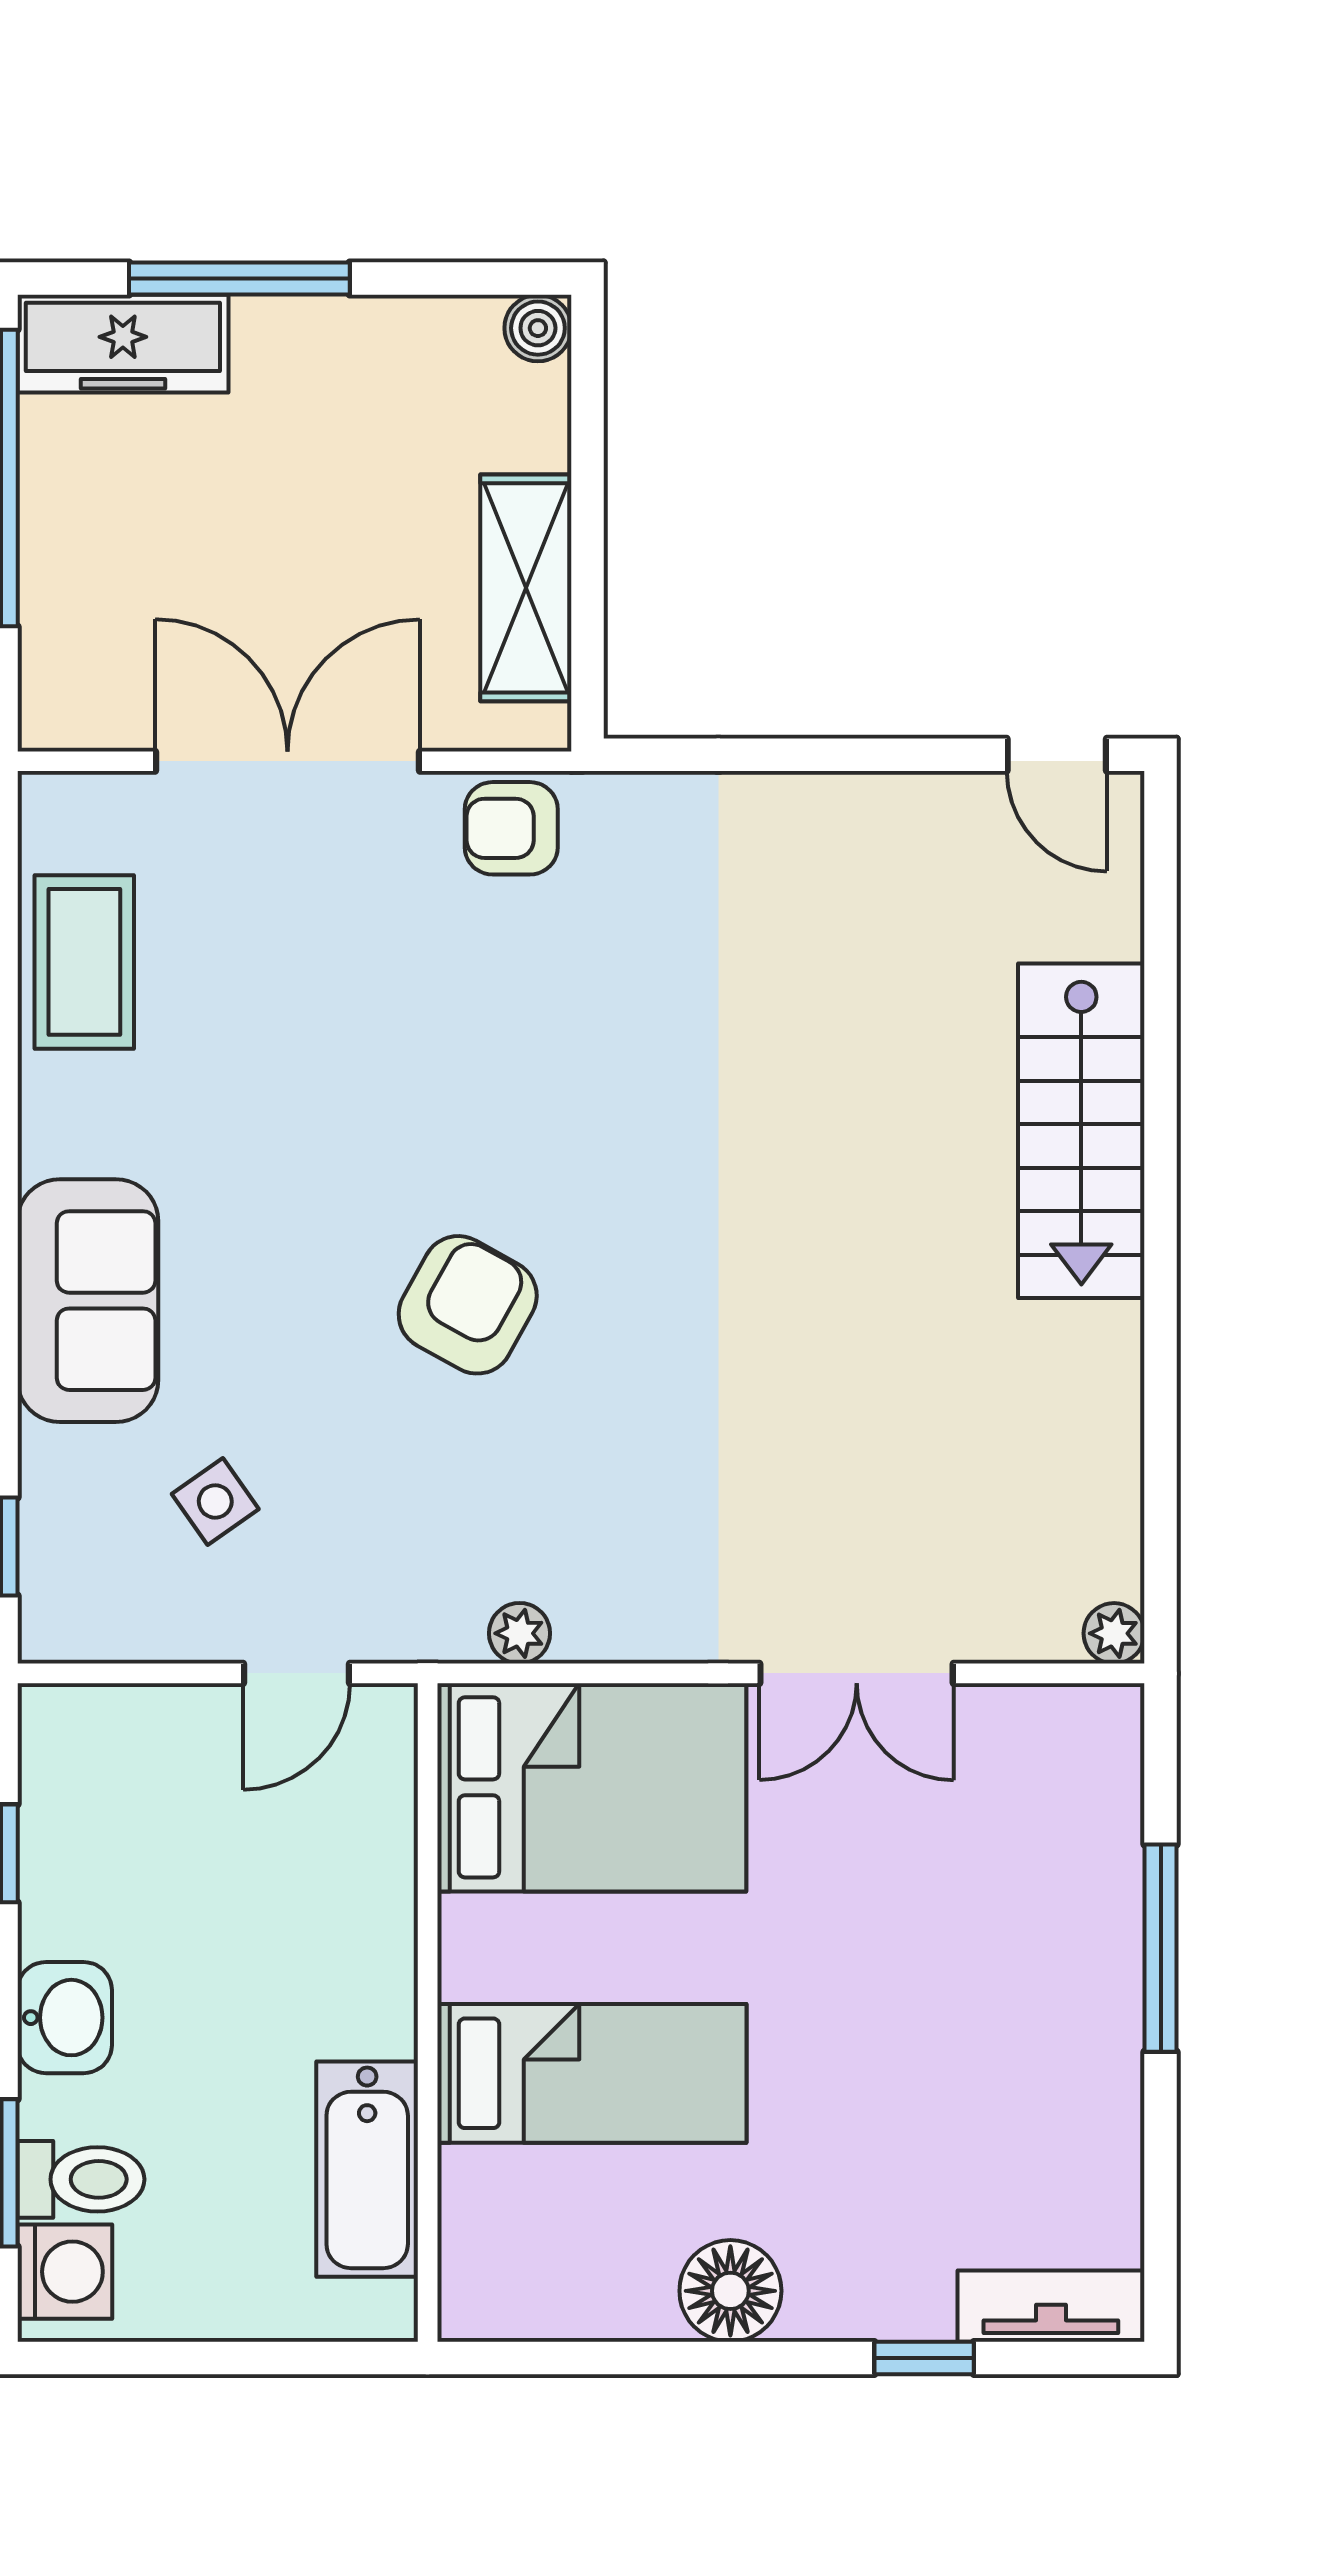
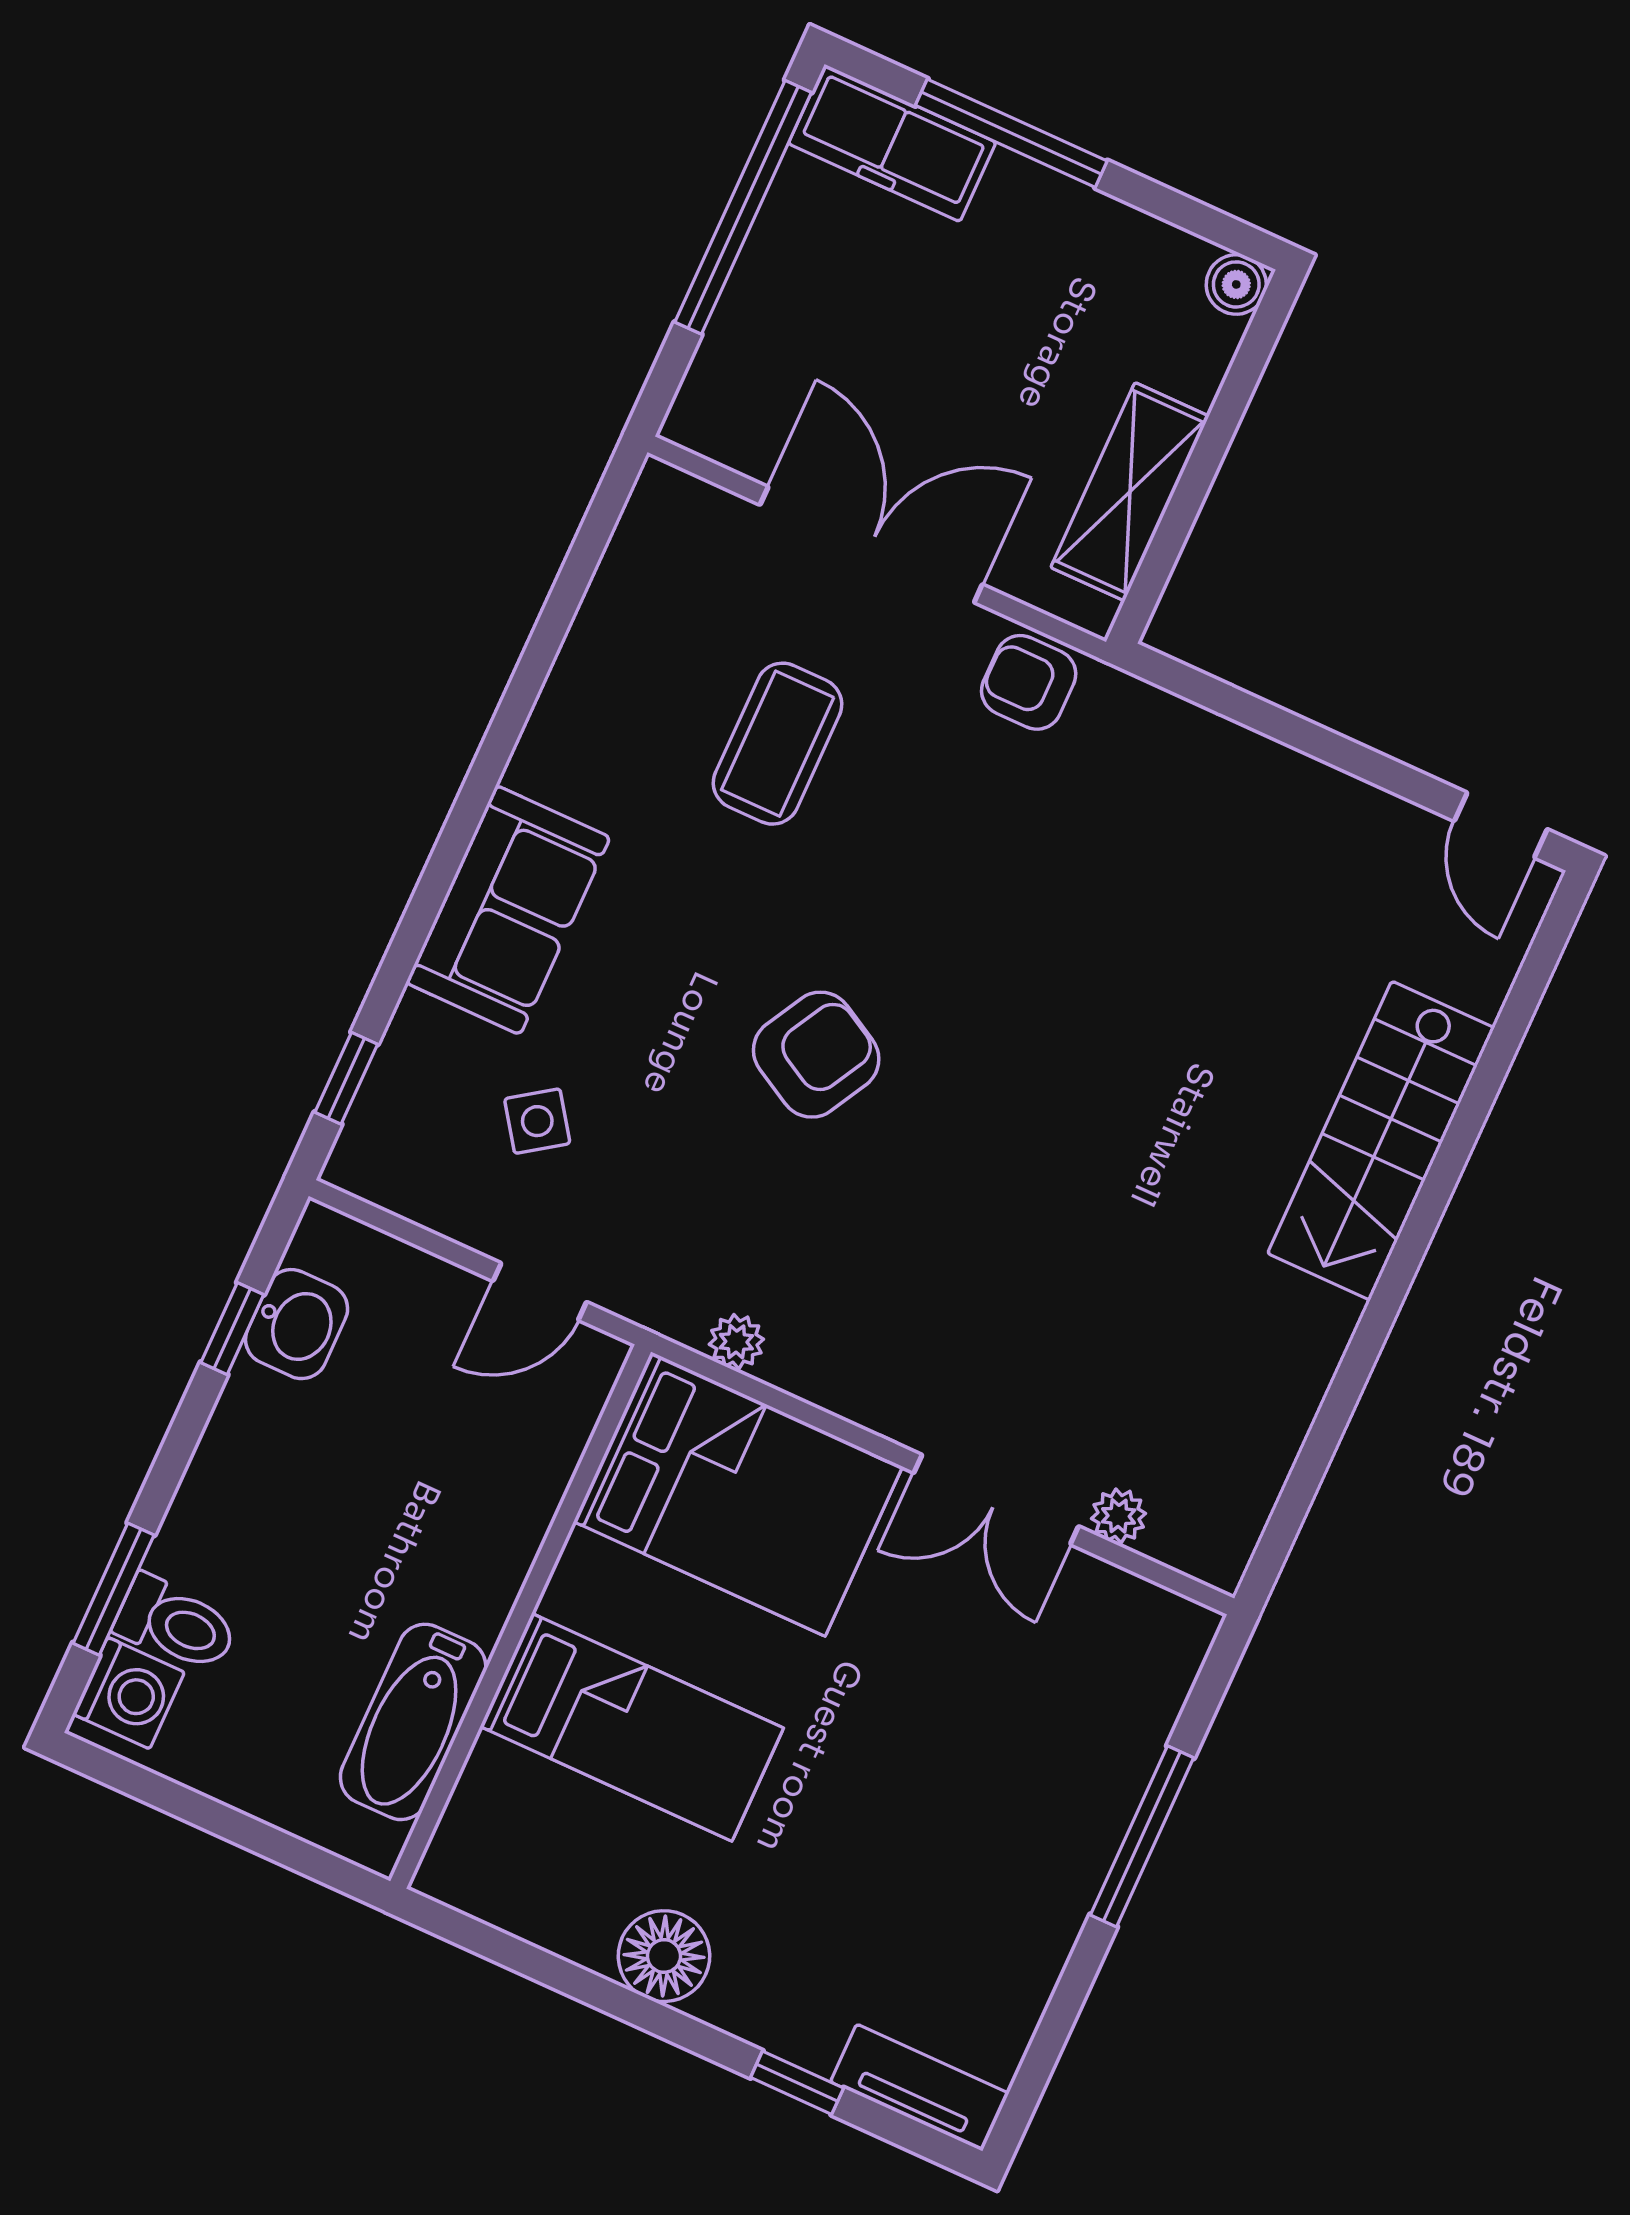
coffee table: (84, 962) -> (778, 744), moved
plant: (1114, 1633) -> (1119, 1516), moved
washbasin: (65, 2018) -> (297, 1324), moved

